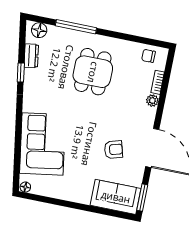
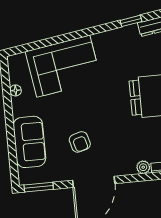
floor lamp: (25, 187) -> (16, 90), moved
sofa: (116, 197) -> (29, 142), moved

